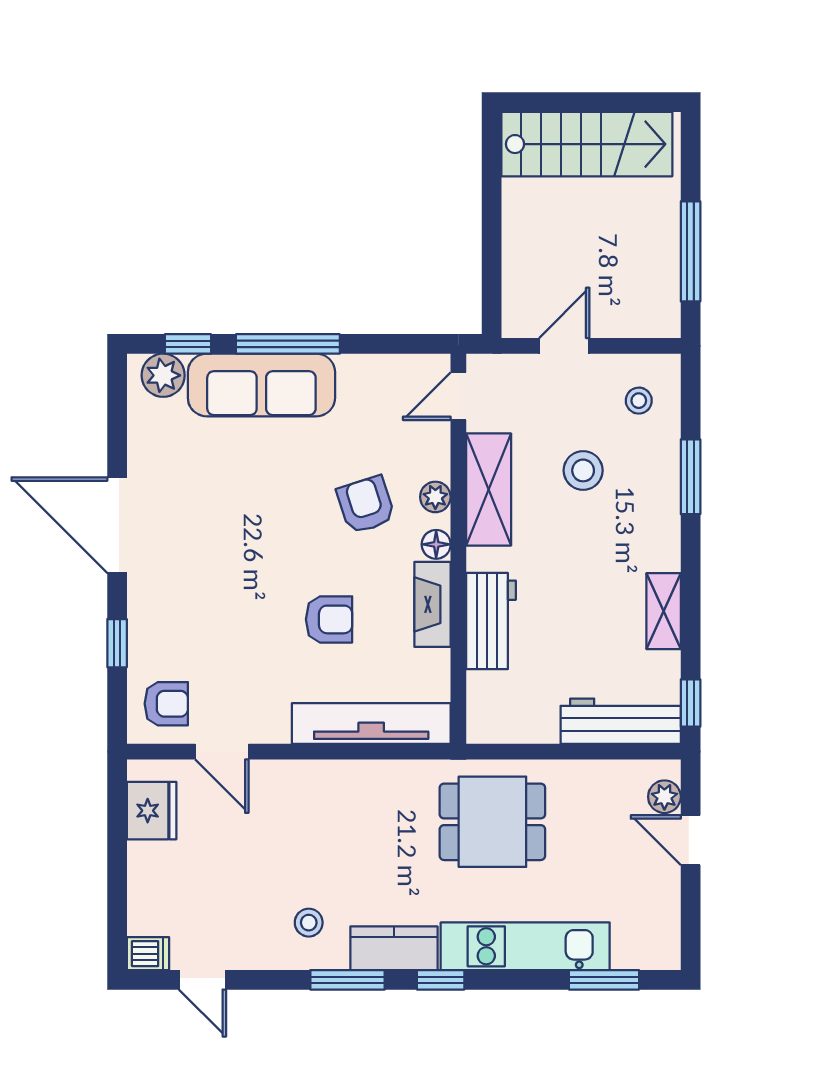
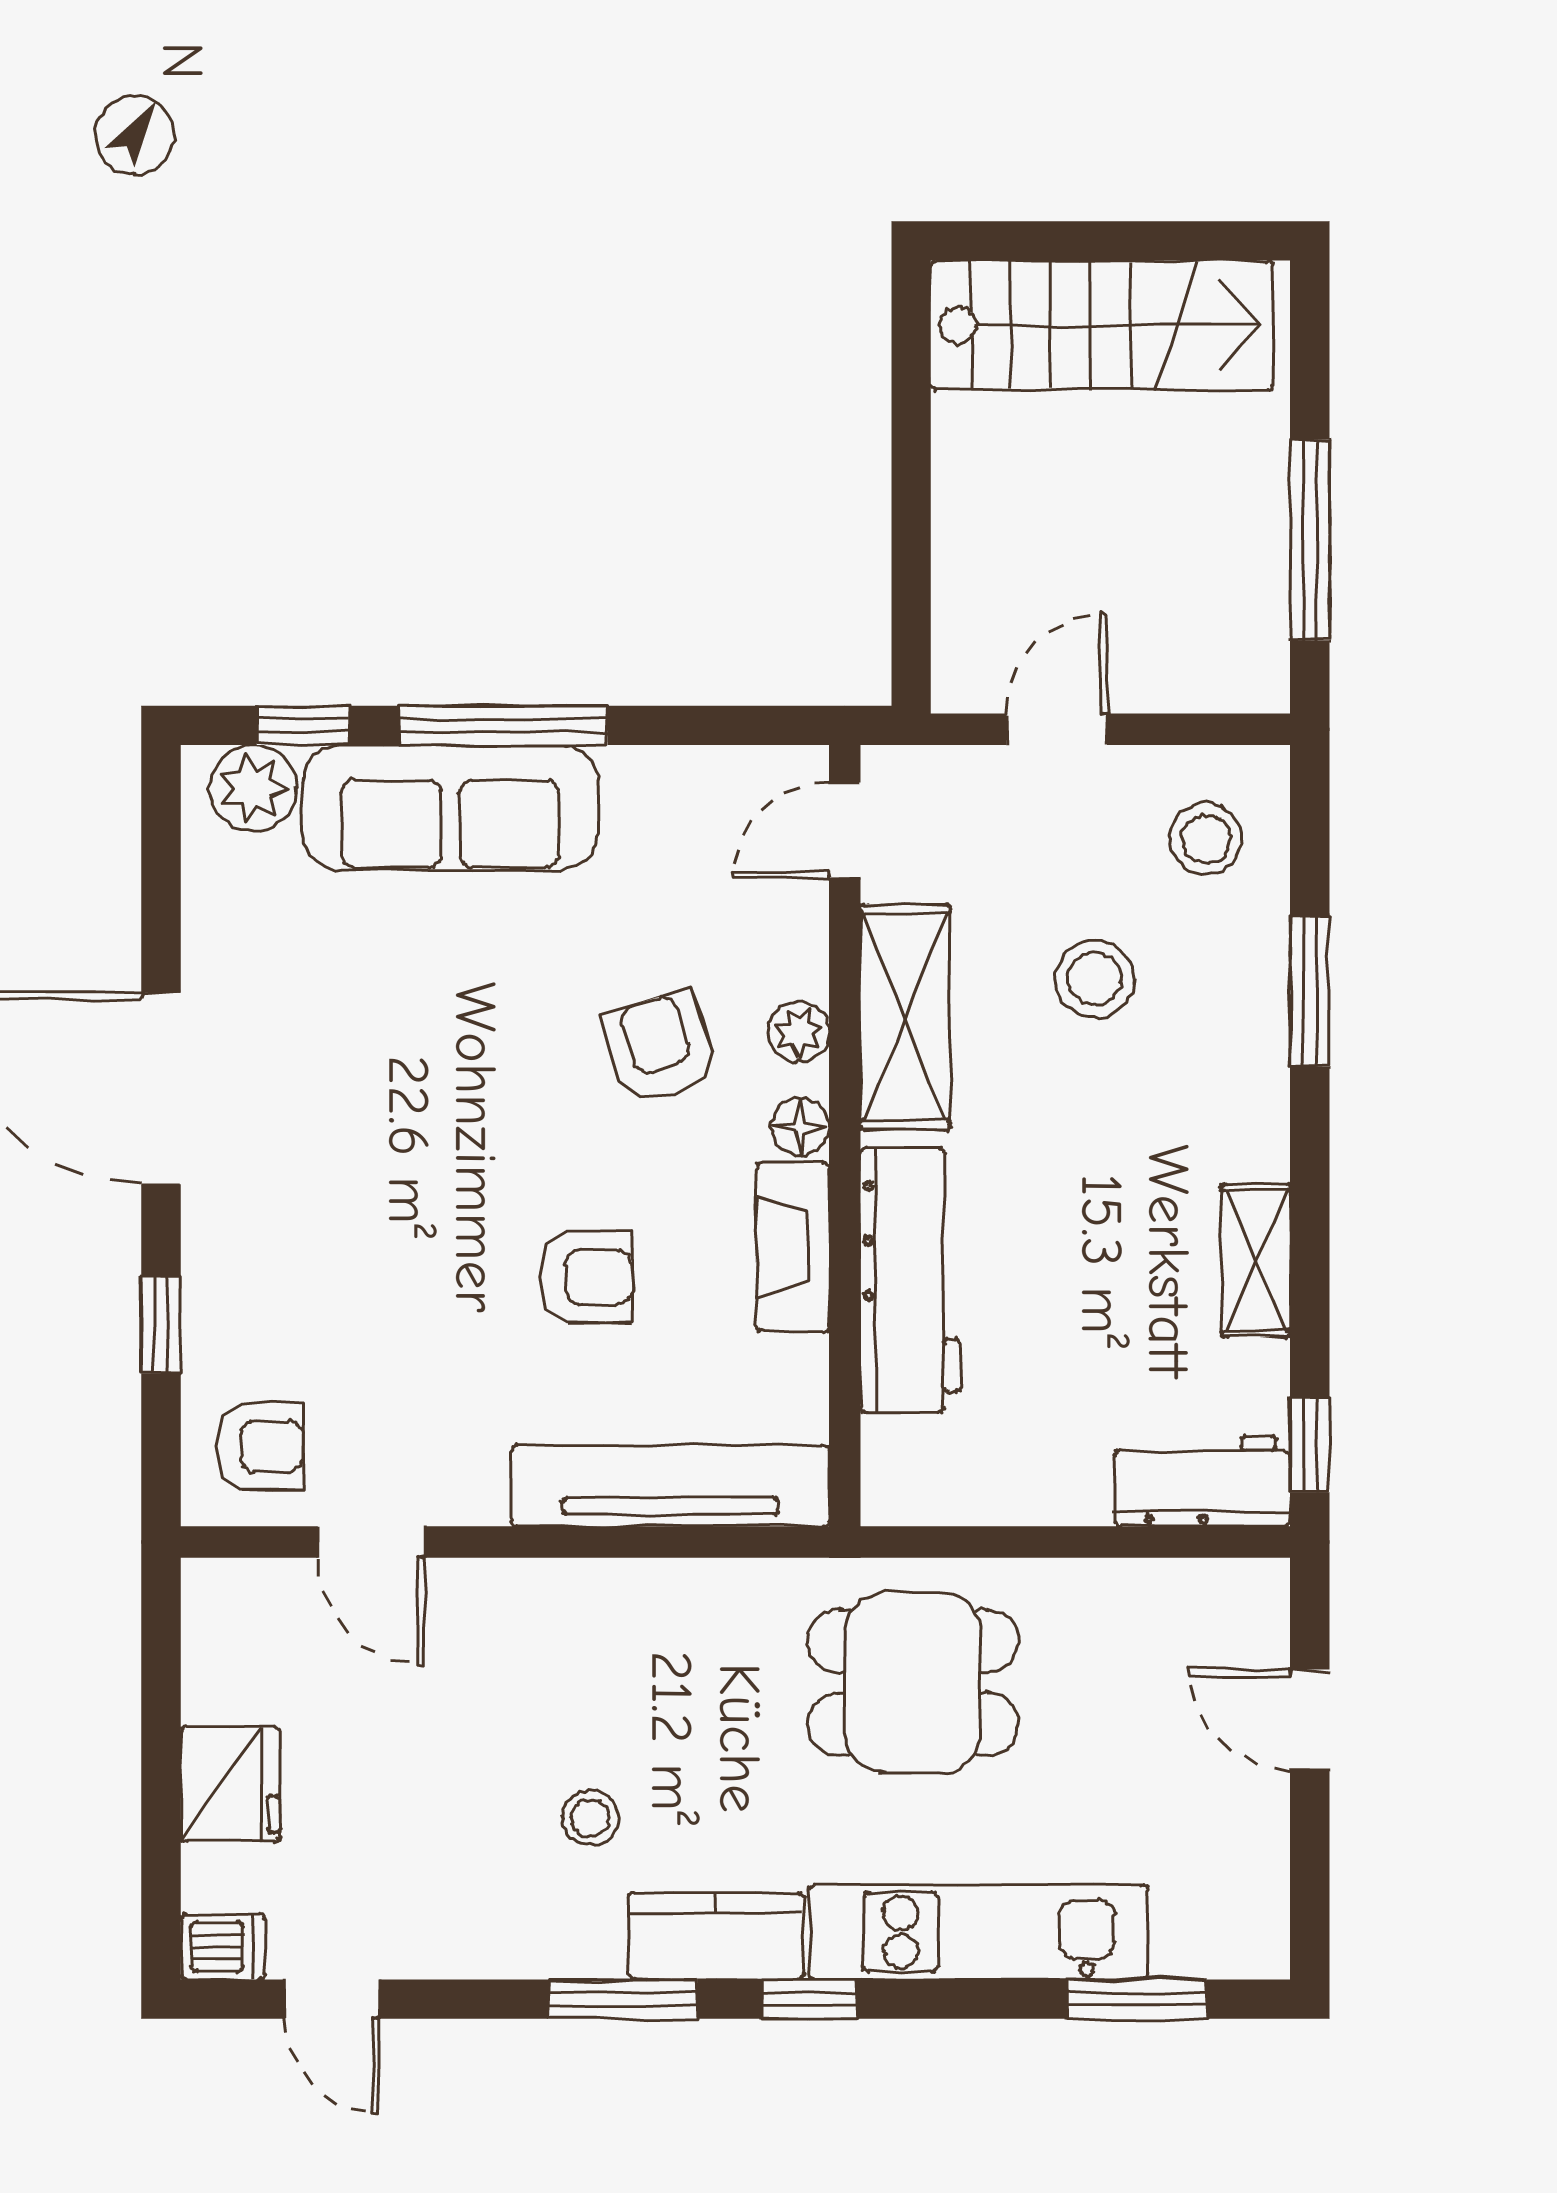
stool: (639, 401) -> (1206, 839), width x1.37, depth x1.37
workbench: (491, 621) -> (910, 1280), width x1.38
workbench: (621, 721) -> (1203, 1481), width x0.73
plant: (664, 797) -> (1258, 1632), removed
fridge: (152, 811) -> (230, 1784), moved
stool: (309, 923) -> (590, 1818), moved

